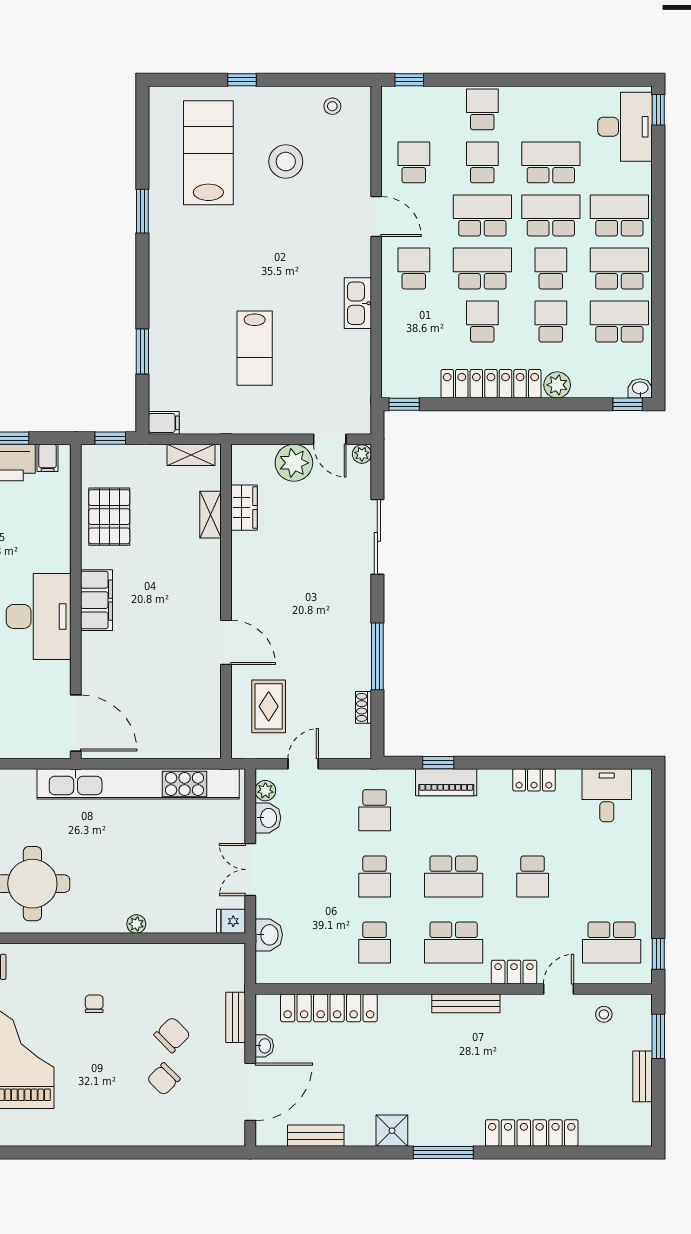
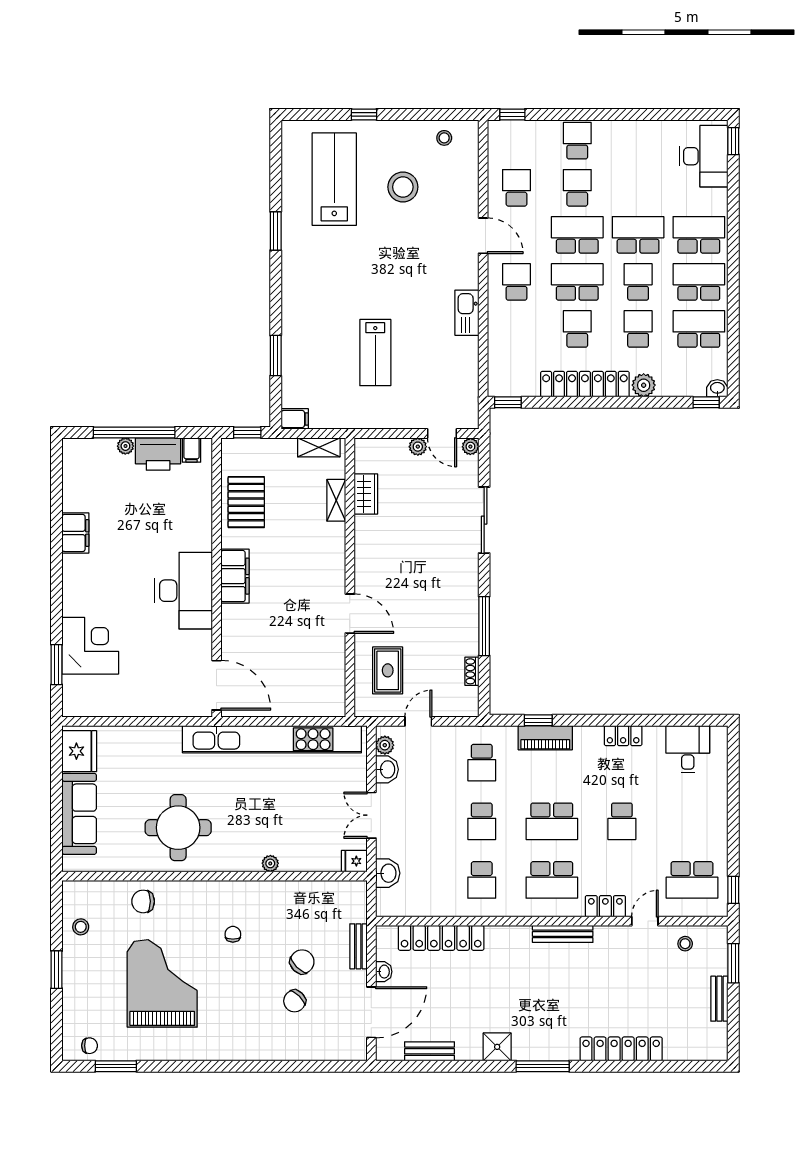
school desk: (551, 162) -> (638, 188), removed
plant: (294, 463) -> (418, 447), width x0.53, depth x0.53

